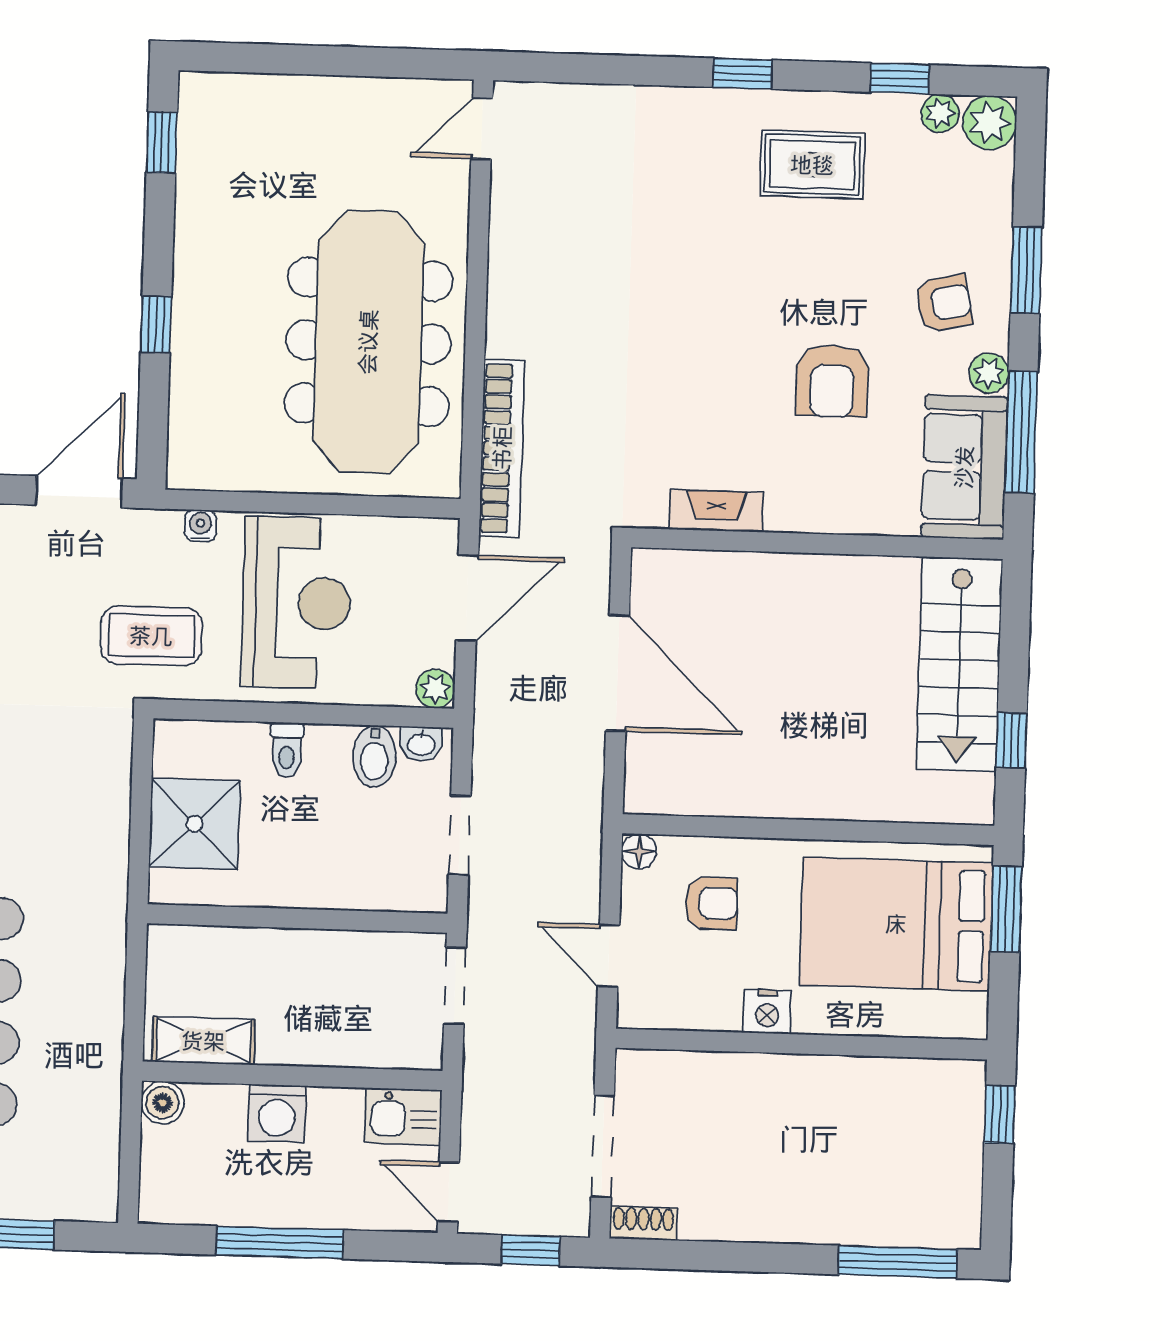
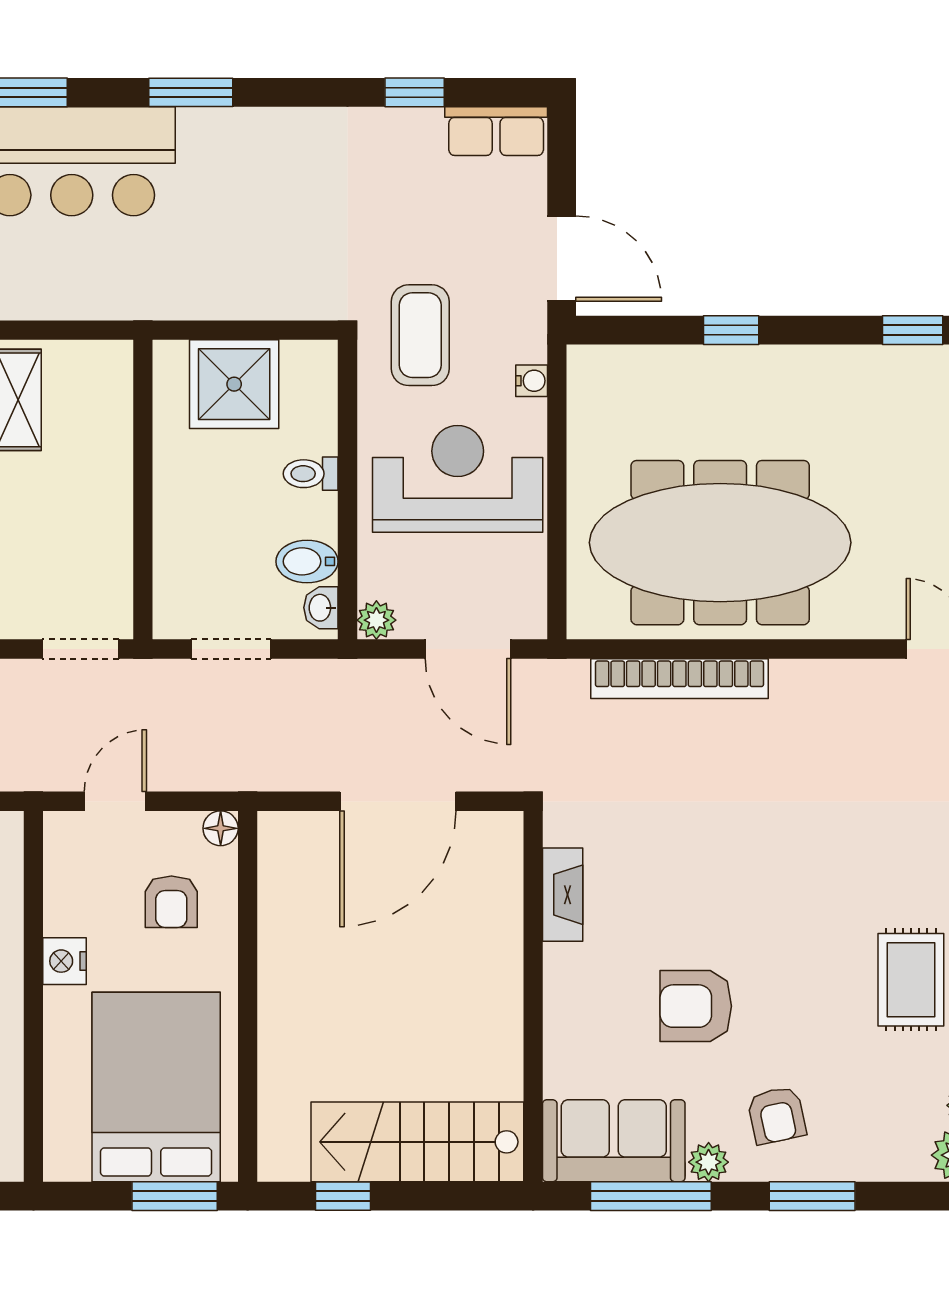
bookcase: (502, 448) -> (679, 679), moved
reception desk: (296, 603) -> (458, 479), turned 180

